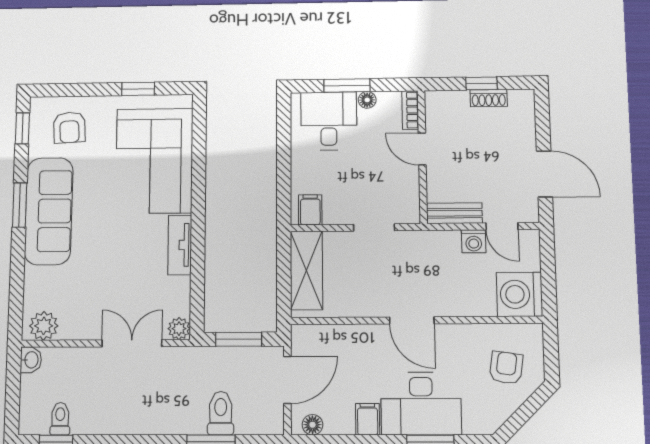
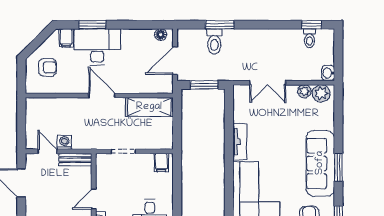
door: (422, 149) -> (94, 199), swing flipped
shelving: (306, 270) -> (149, 107), moved, turned 90
washing machine: (519, 294) -> (38, 111), removed
plant: (179, 329) -> (304, 91), moved
armchair: (506, 368) -> (47, 67), turned -98
filing cabinet: (368, 419) -> (66, 38), moved

